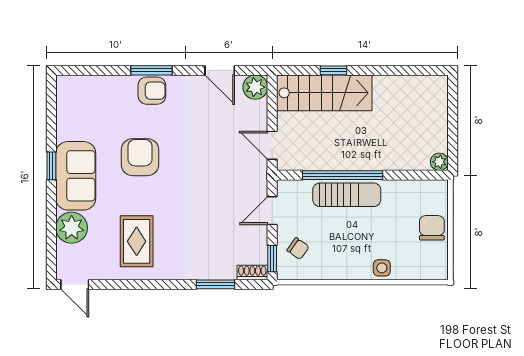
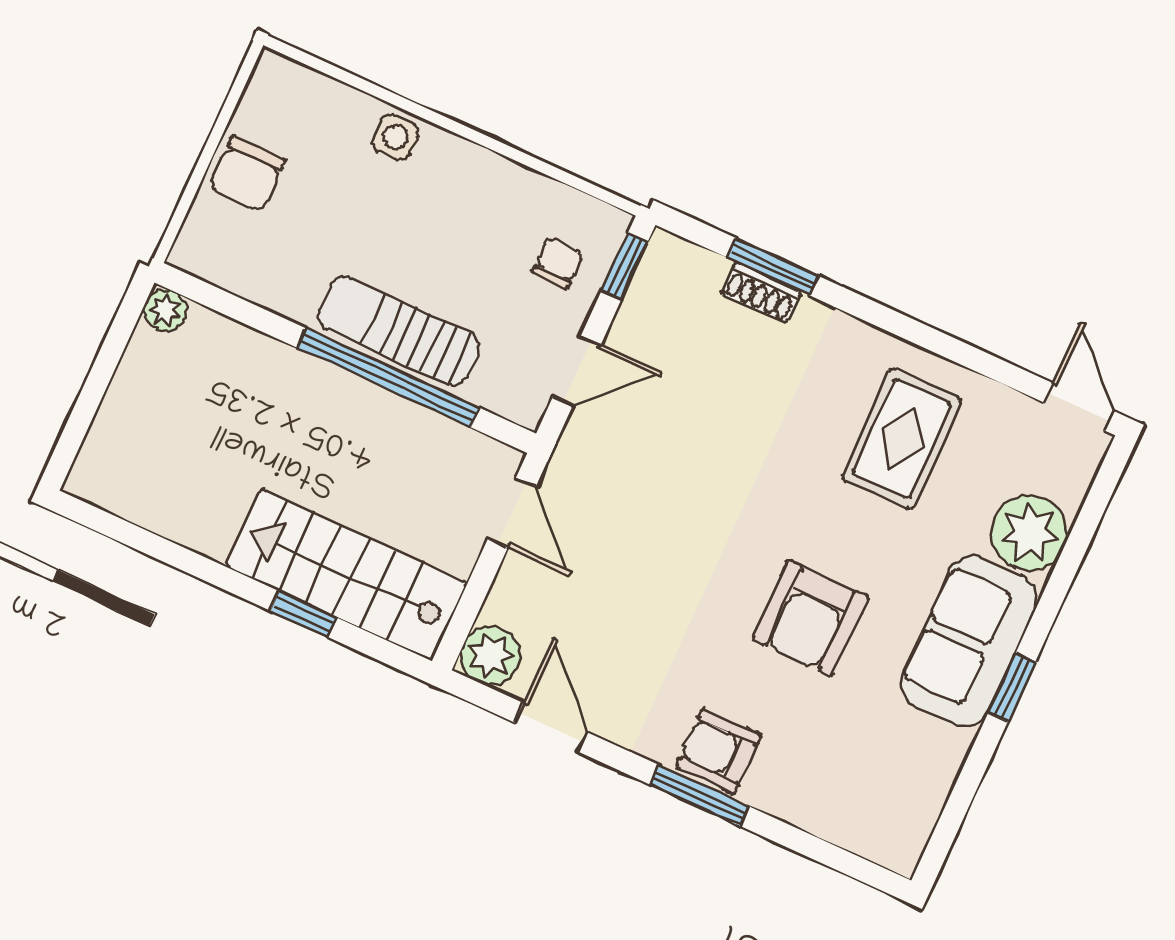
chair: (298, 249) -> (558, 262), turned 55
shoe rack: (252, 272) -> (761, 293), moved

